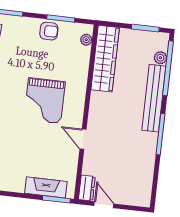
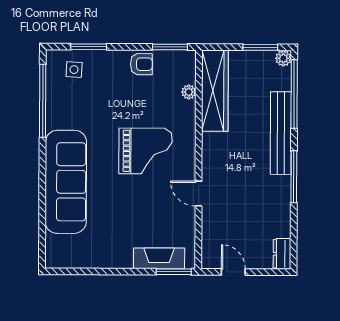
window: (61, 18) -> (170, 47), moved
plant: (86, 40) -> (189, 92), moved
plant: (160, 58) -> (283, 58), moved
grand piano: (45, 101) -> (146, 151), turned -90
dresser: (87, 188) -> (282, 254), moved, turned 180

